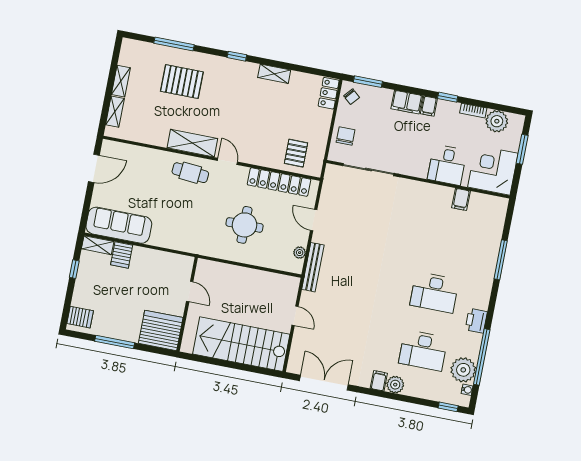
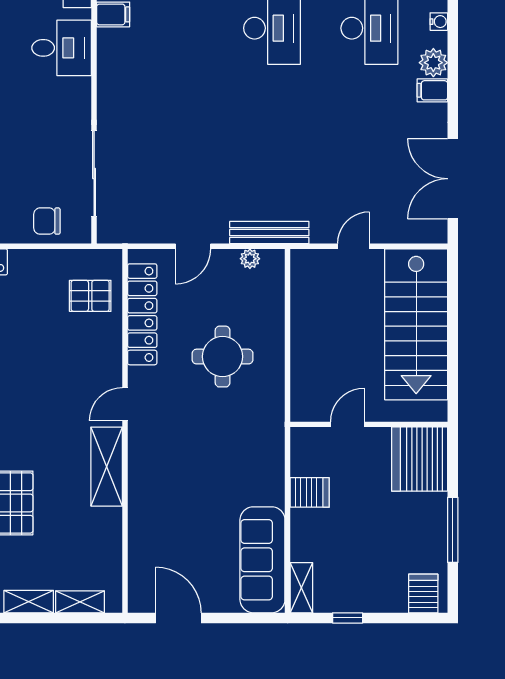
cafe table: (190, 173) -> (155, 461), removed
server rack: (122, 255) -> (310, 492), moved
water cooler: (419, 393) -> (439, 22), added

